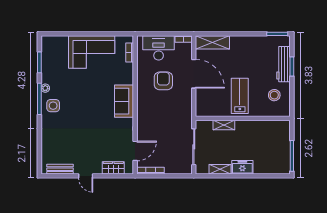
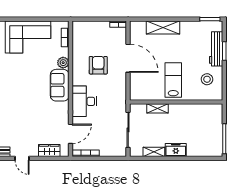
shelving: (212, 42) -> (163, 27), moved
desk: (159, 48) -> (84, 101), moved, turned -90
plant: (128, 78) -> (63, 63), added

